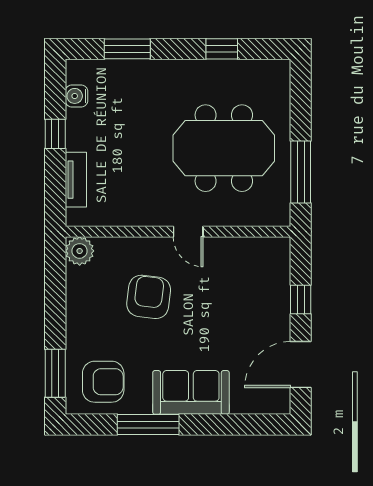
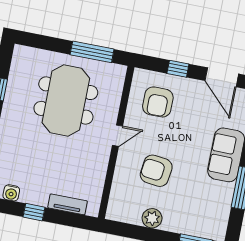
plant: (80, 251) -> (152, 218), moved
armchair: (103, 382) -> (158, 102), moved, turned 180

